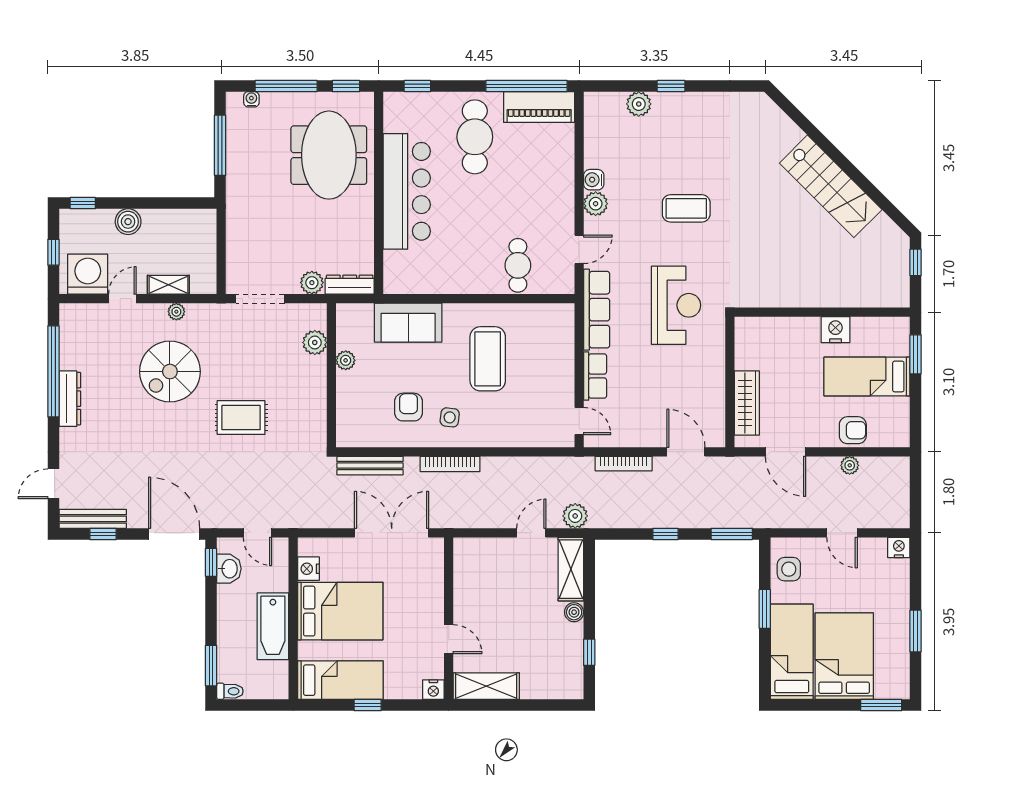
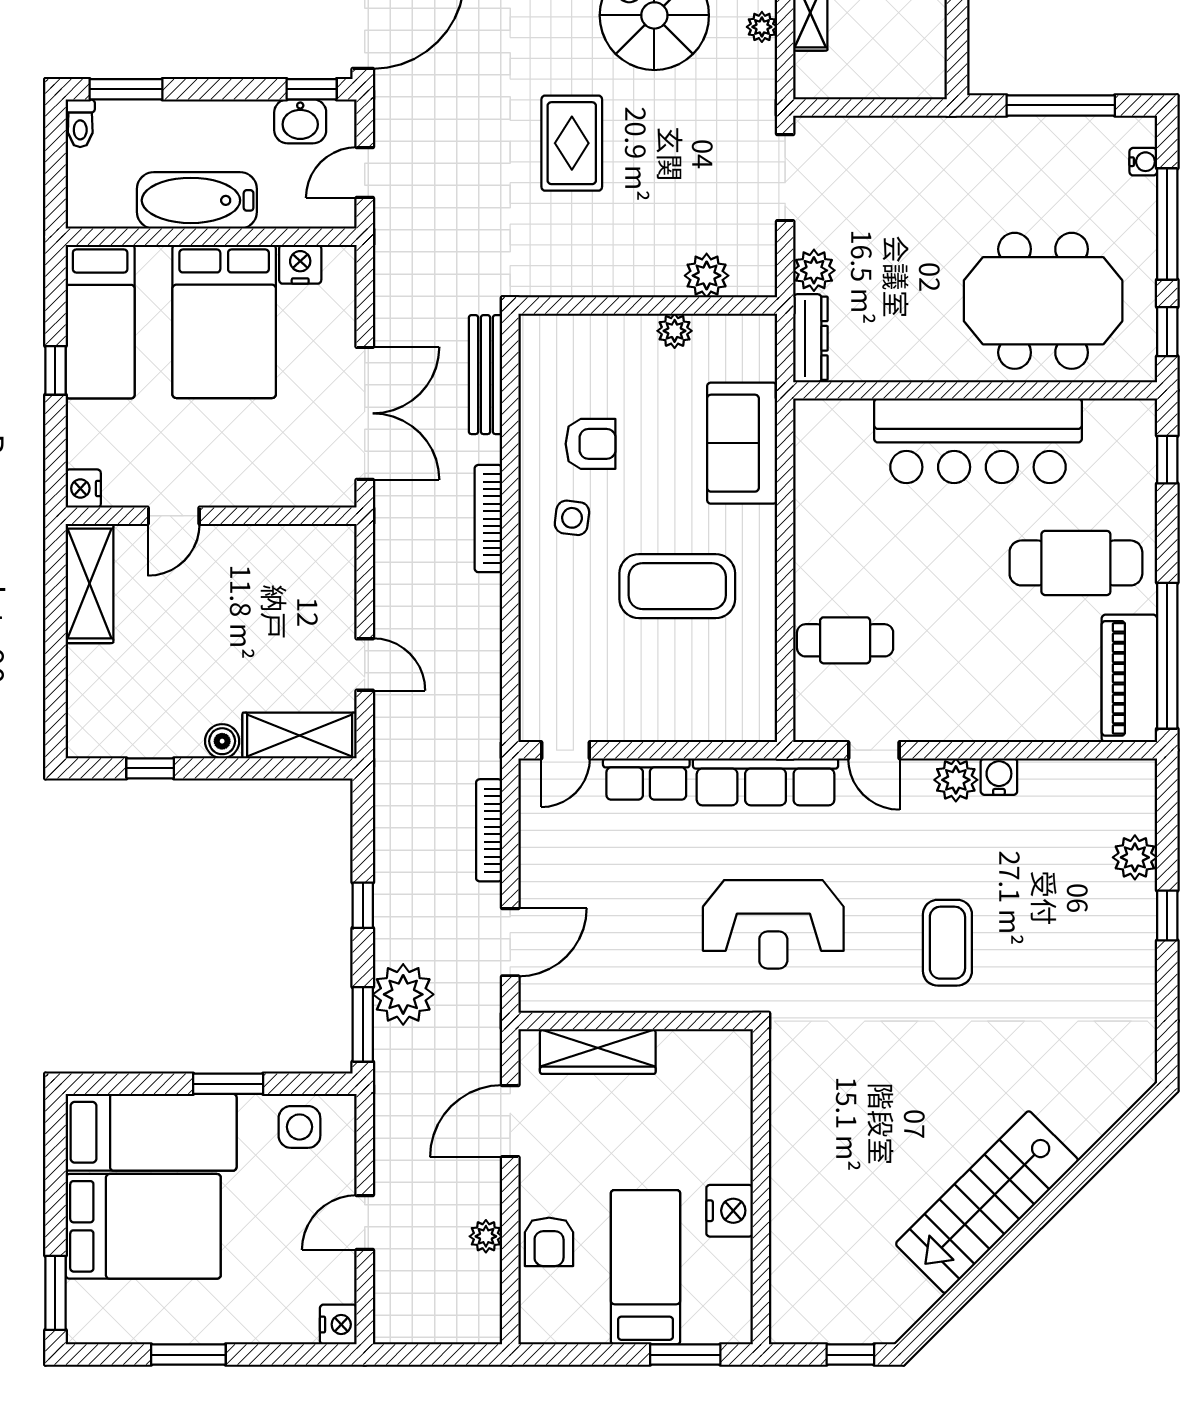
plant: (575, 516) -> (403, 994), moved, width x1.36, depth x1.36

